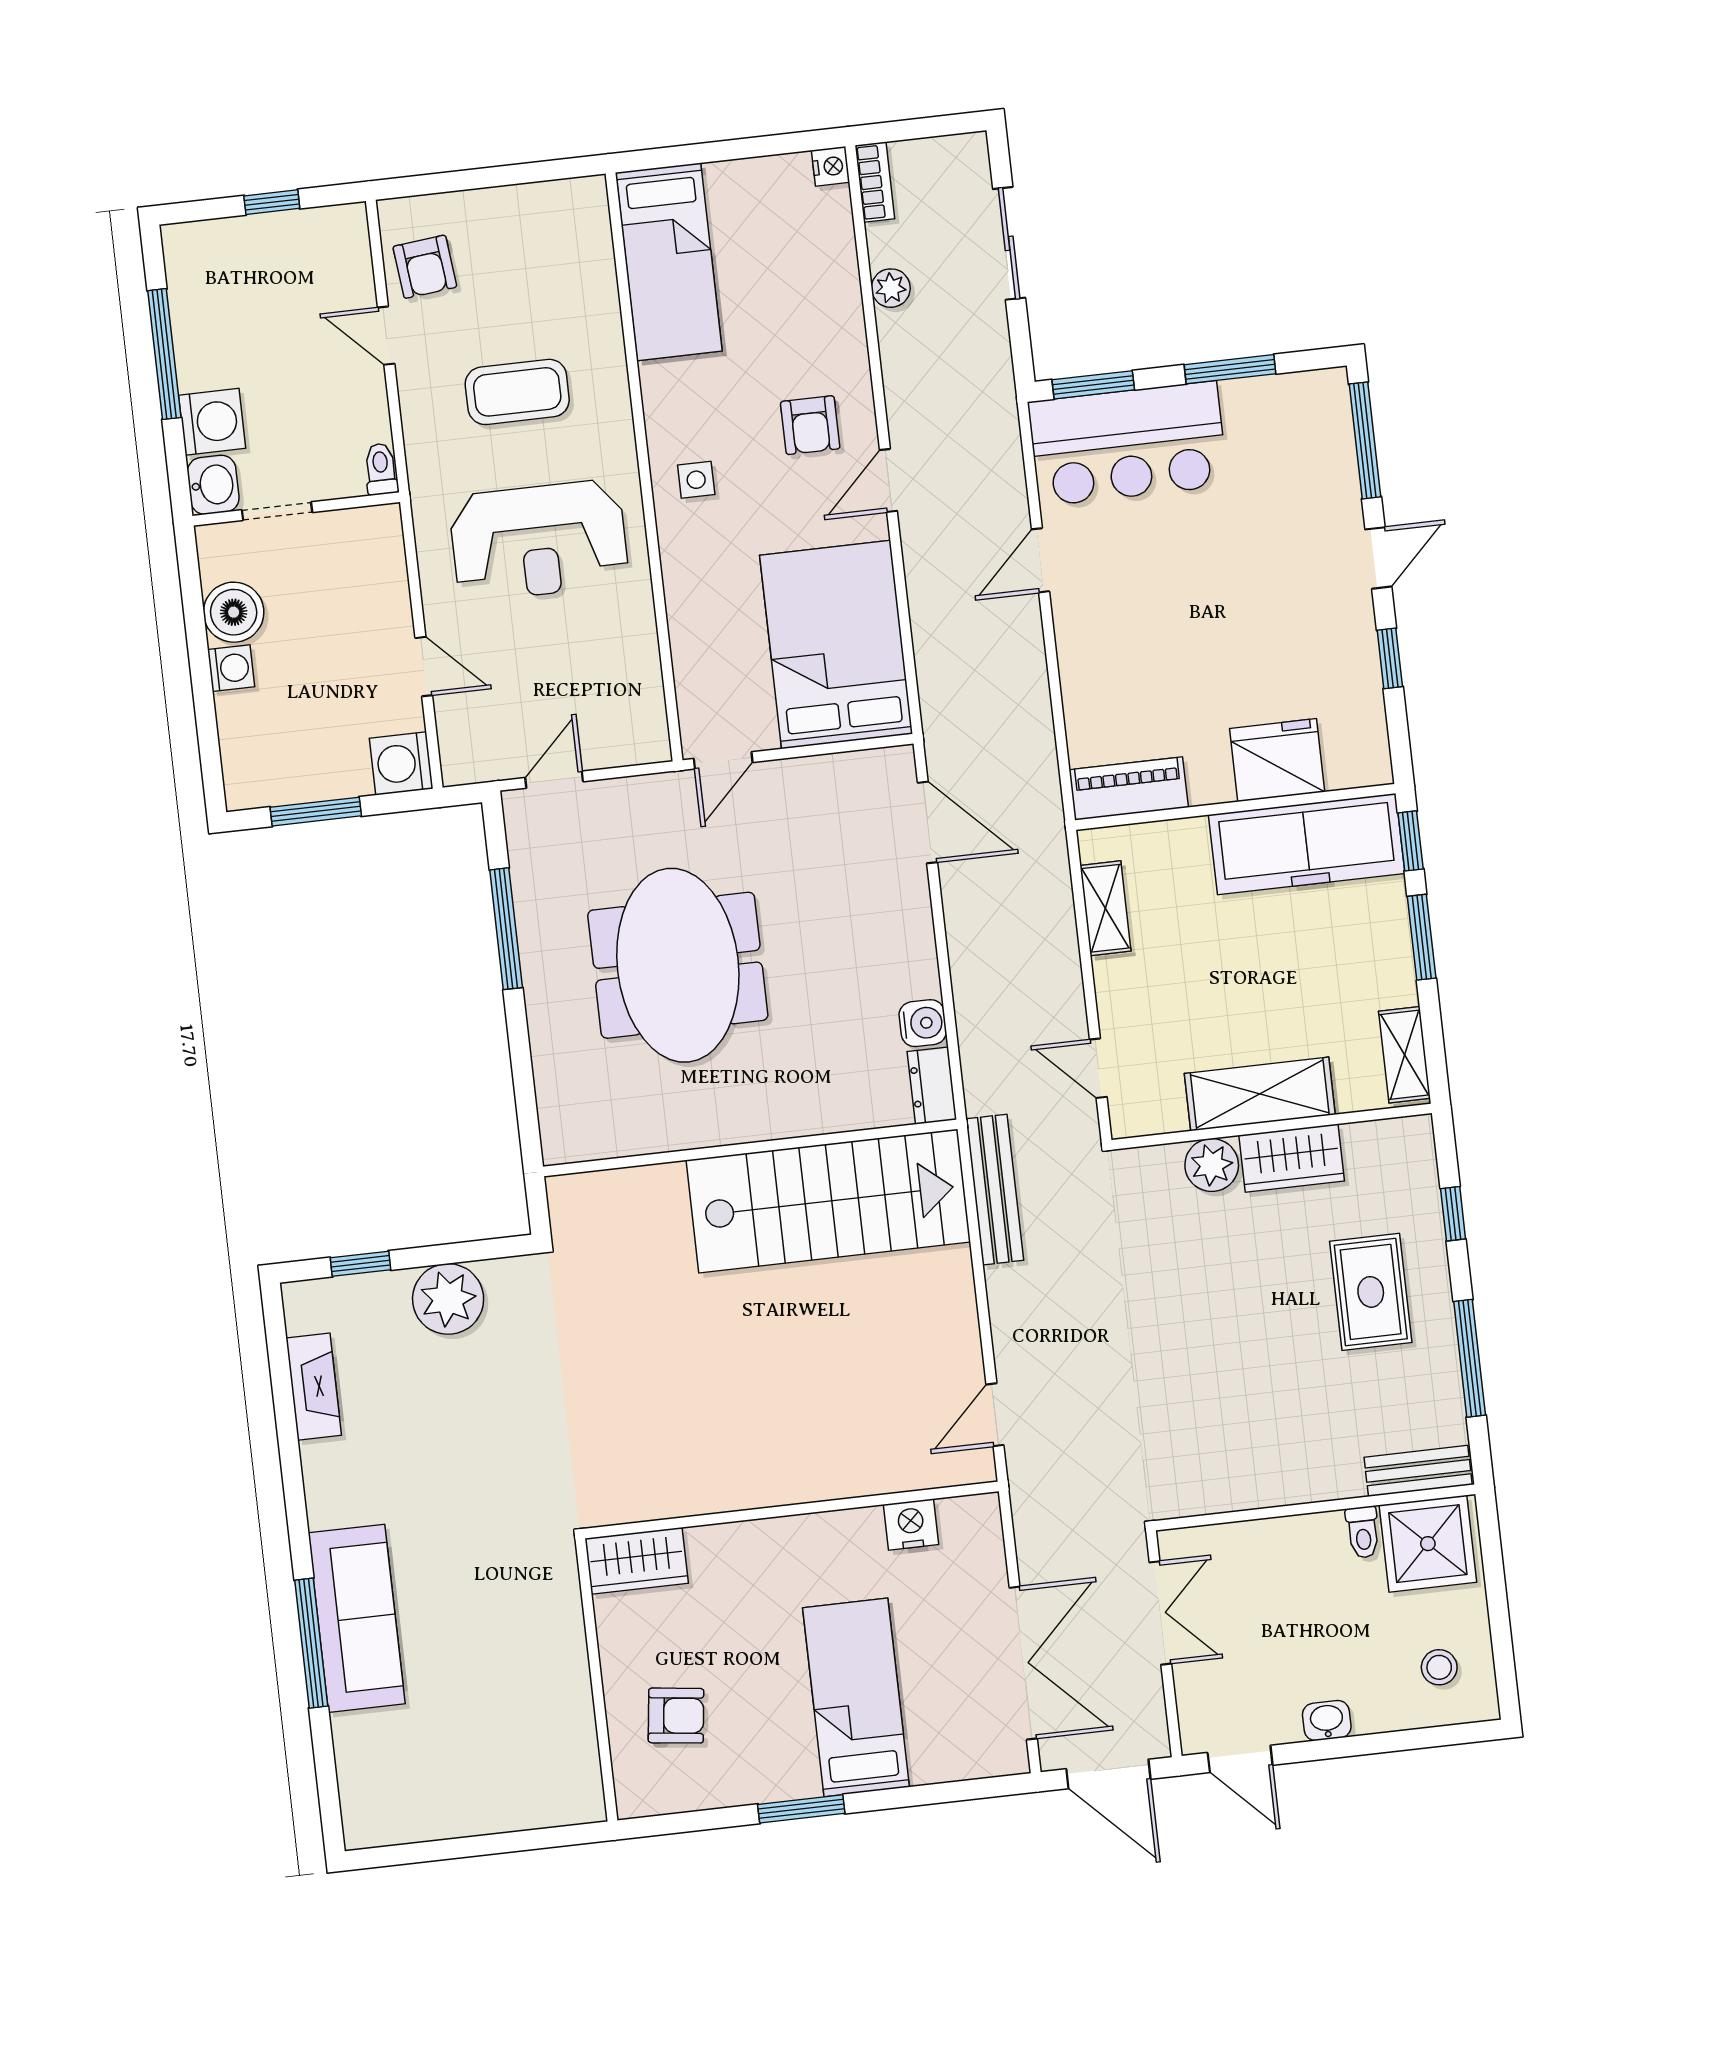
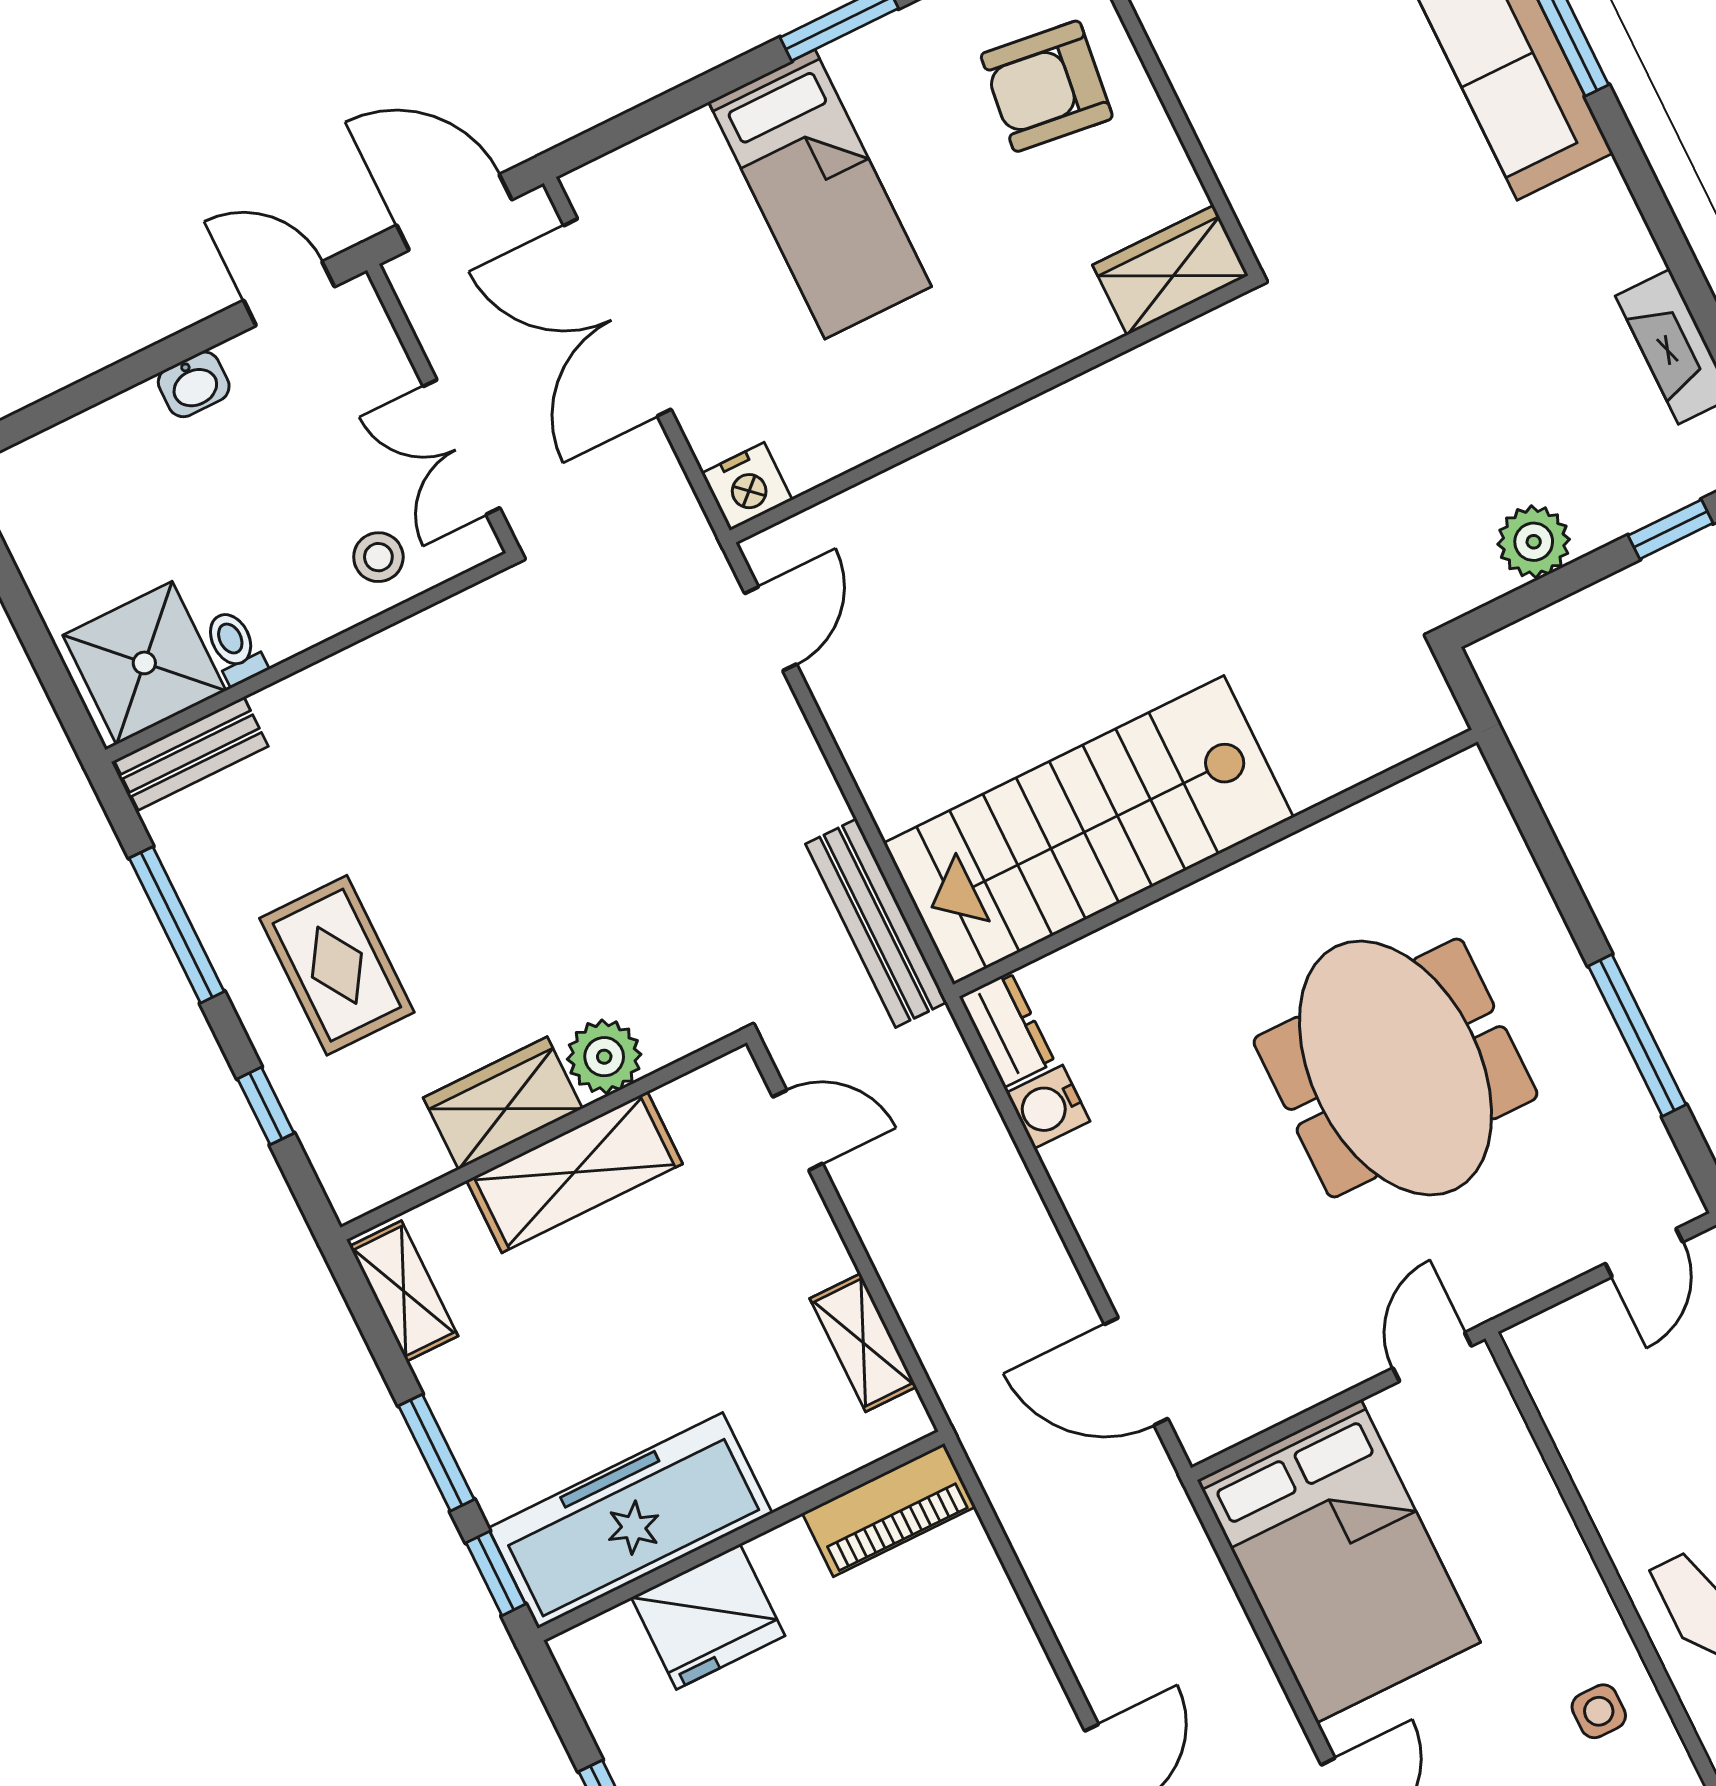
plant: (448, 1299) -> (1534, 542), width x0.73, depth x0.73
nightstand: (911, 1524) -> (747, 487), moved
stool: (1439, 1667) -> (378, 557), moved
armchair: (676, 1716) -> (1047, 86), width x1.38, depth x1.38

